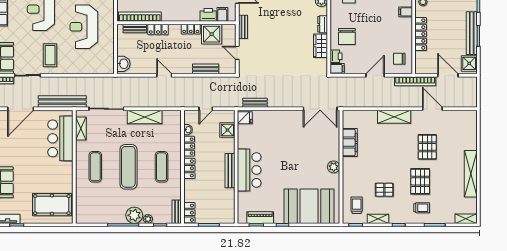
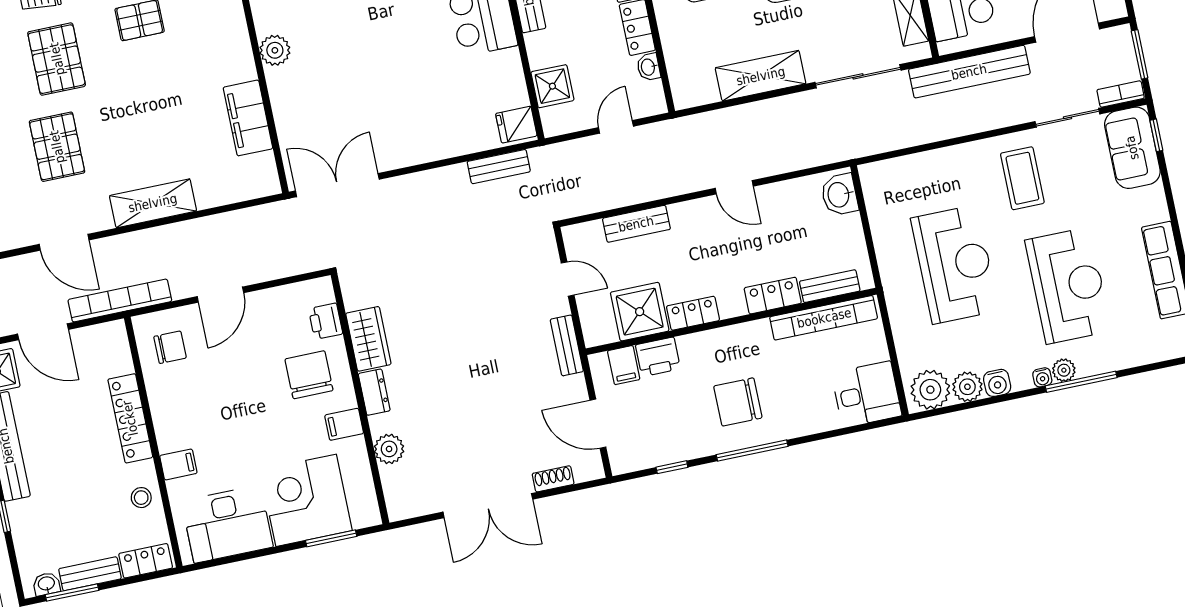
filing cabinet: (337, 69) -> (344, 424), moved

